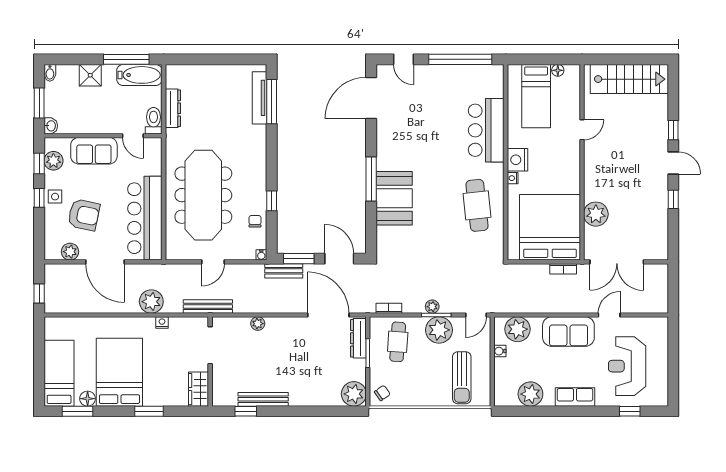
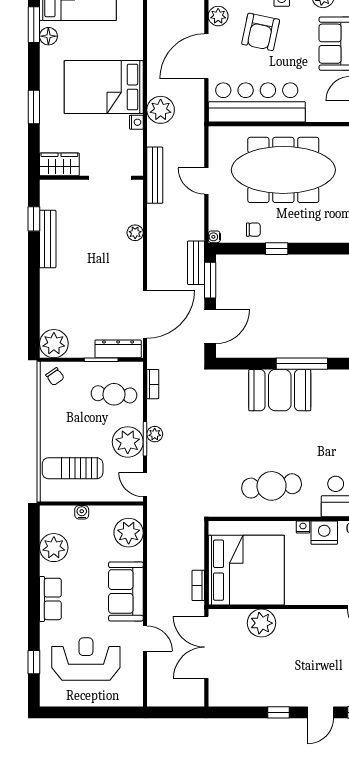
water cooler: (500, 351) -> (82, 512), moved
bed: (119, 372) -> (104, 87), moved, turned 180

